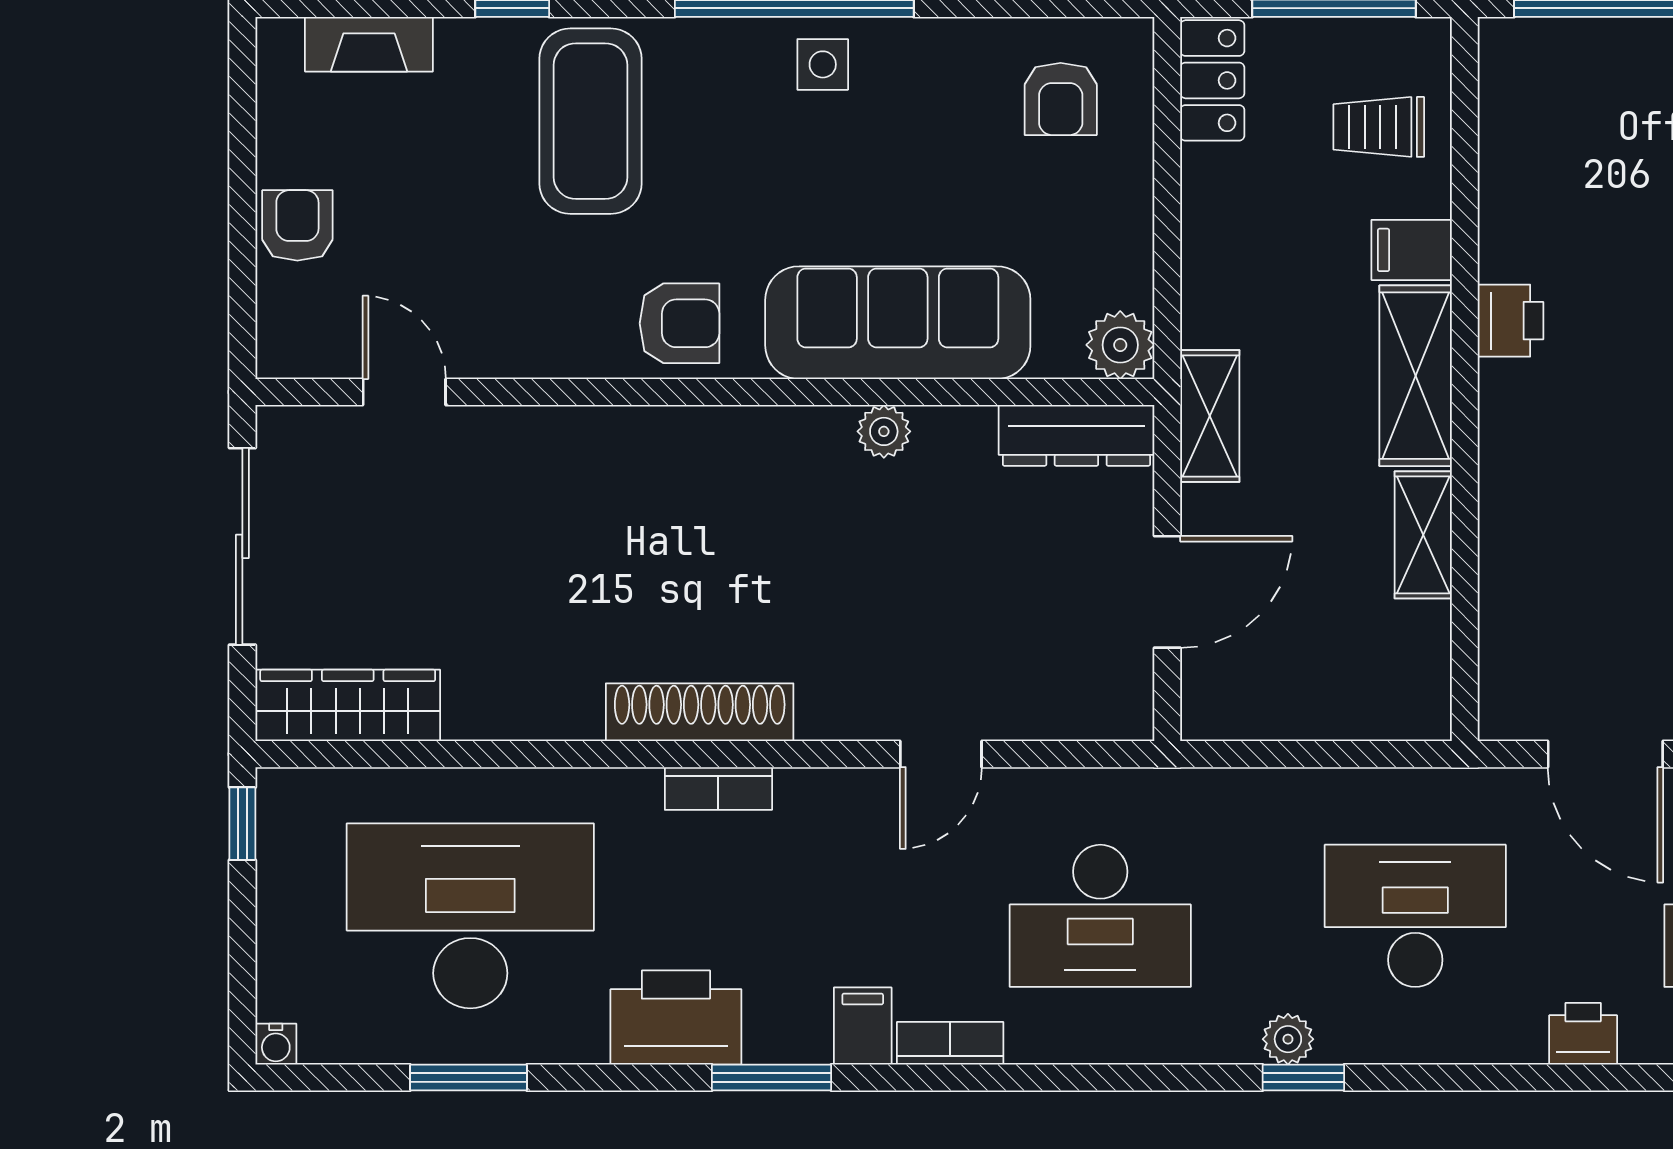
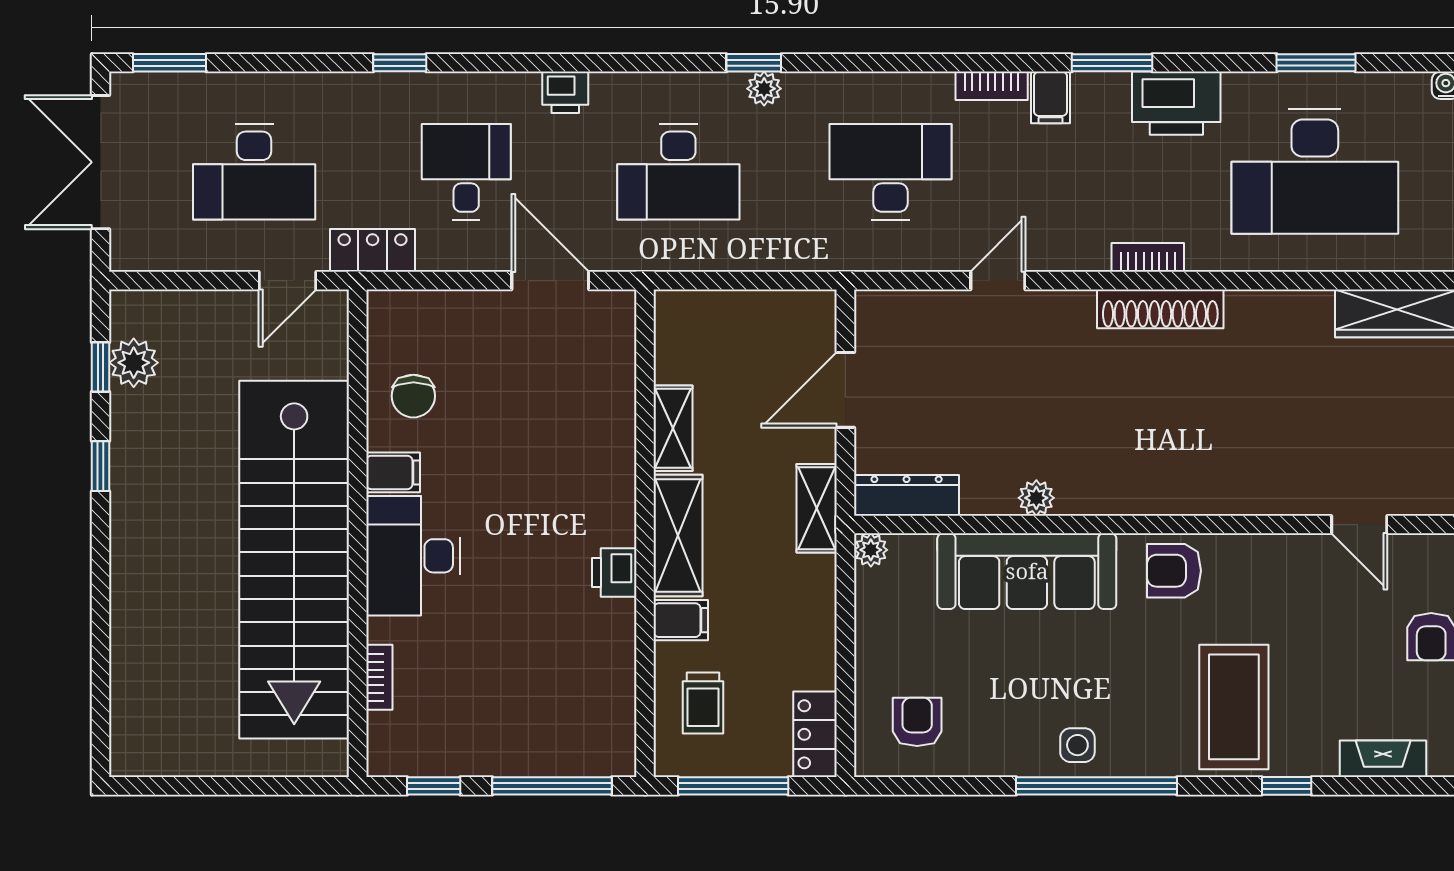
trolley: (1379, 127) -> (703, 703), turned 90
plant: (1120, 345) -> (871, 550), width x0.73, depth x0.73

